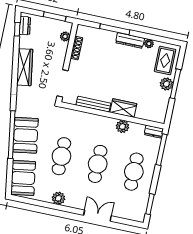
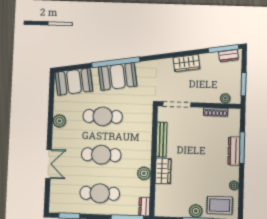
window: (17, 29) -> (224, 49), width x2.17
dresser: (130, 40) -> (234, 151), moved
wardrobe: (25, 67) -> (186, 63), width x0.67

